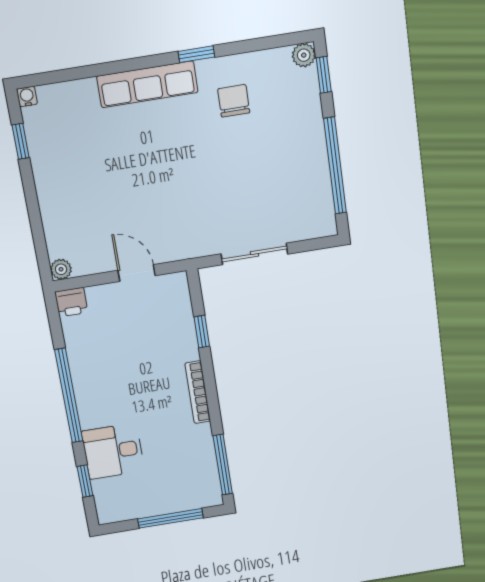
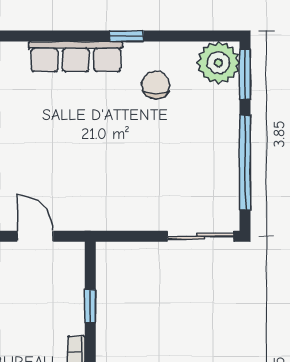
plant: (304, 55) -> (218, 63), width x1.88, depth x1.88
window: (324, 75) -> (245, 74), width x1.50
sliding door: (254, 254) -> (201, 236), moved

